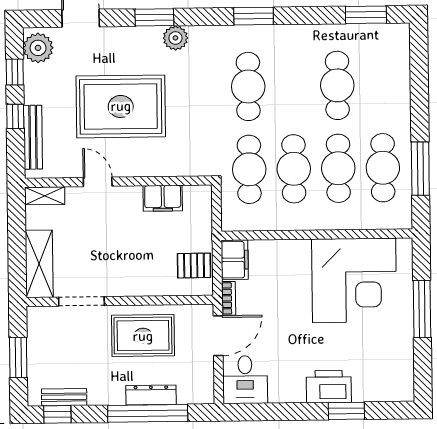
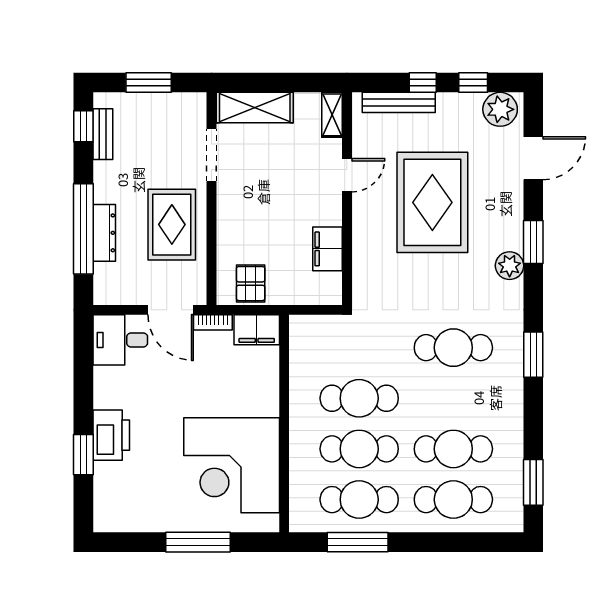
cafe table: (249, 169) -> (453, 500), moved

